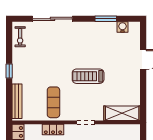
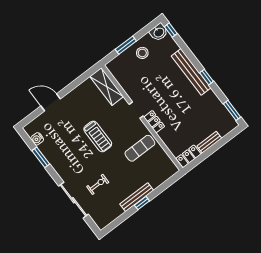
exercise bike: (20, 37) -> (98, 184), moved
bench: (17, 101) -> (137, 197), moved
locker: (53, 129) -> (154, 122), moved

